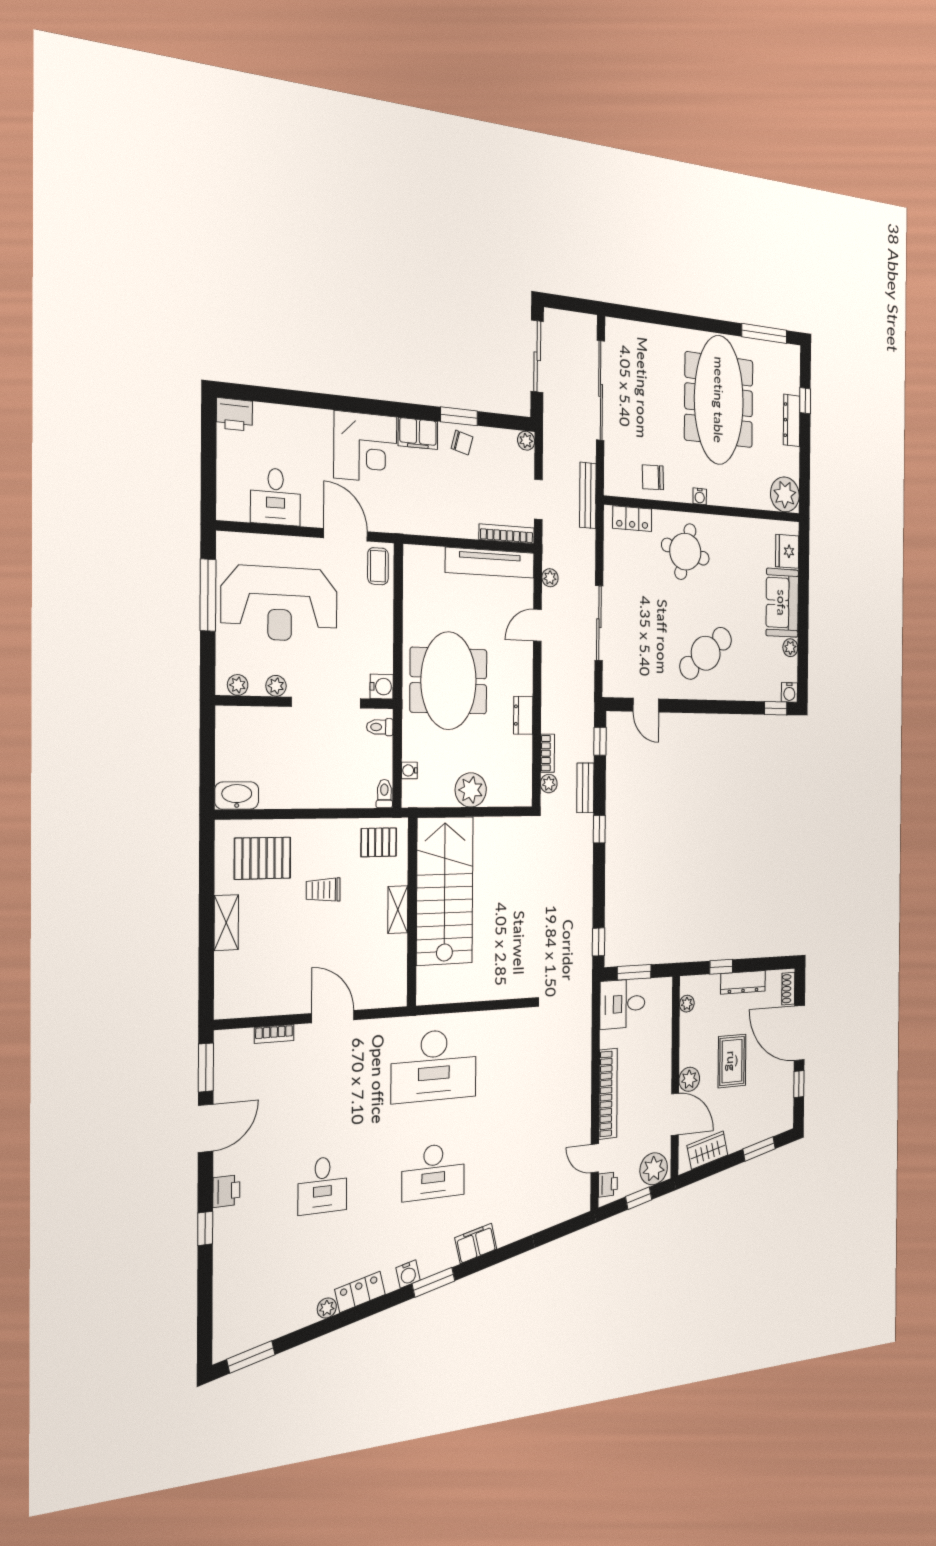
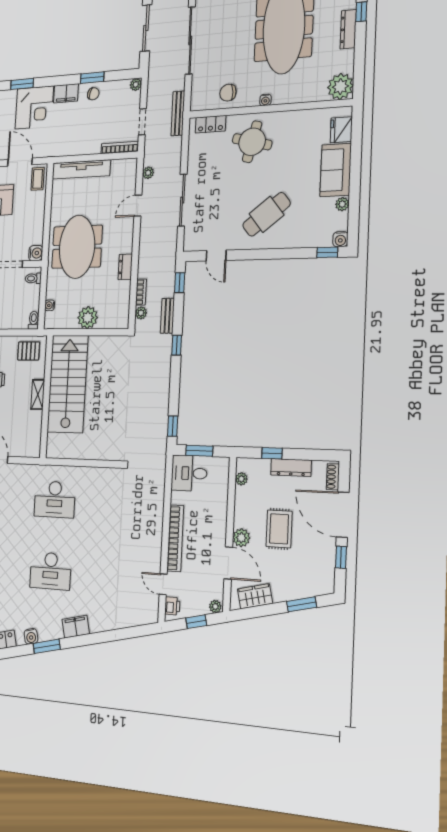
window: (341, 403) -> (22, 84), added
tv unit: (490, 563) -> (81, 169), moved
desk: (434, 1066) -> (55, 499), width x0.73, depth x0.77
plant: (654, 1169) -> (215, 607), width x0.53, depth x0.53

